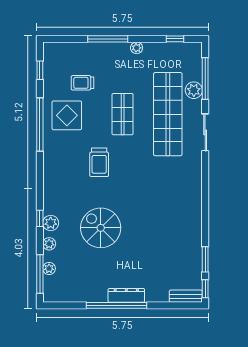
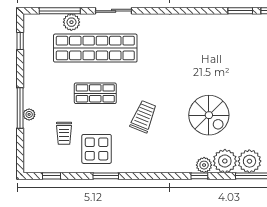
plant: (137, 48) -> (29, 114), moved
window: (40, 124) -> (106, 176), width x0.47
trolley: (99, 162) -> (143, 117), turned -68
spiral stairs: (101, 228) -> (209, 115), turned -90
plant: (49, 244) -> (225, 161), width x1.87, depth x1.87
plant: (49, 269) -> (249, 161), width x1.87, depth x1.87

